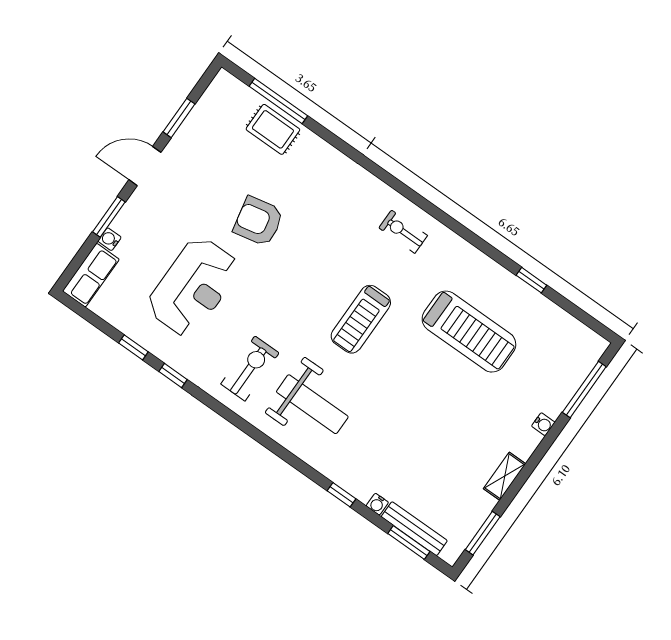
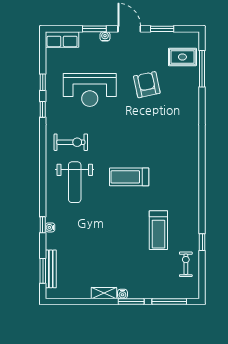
rug: (273, 129) -> (182, 57), moved, turned 90
armchair: (258, 221) -> (147, 85), moved
exercise bike: (403, 232) -> (186, 264), moved
water cooler: (110, 239) -> (105, 36), moved
treadmill: (469, 332) -> (158, 230), width x0.73, depth x0.73
water cooler: (543, 424) -> (122, 294), moved
water cooler: (377, 504) -> (50, 227), moved
window: (483, 533) -> (131, 302), moved

